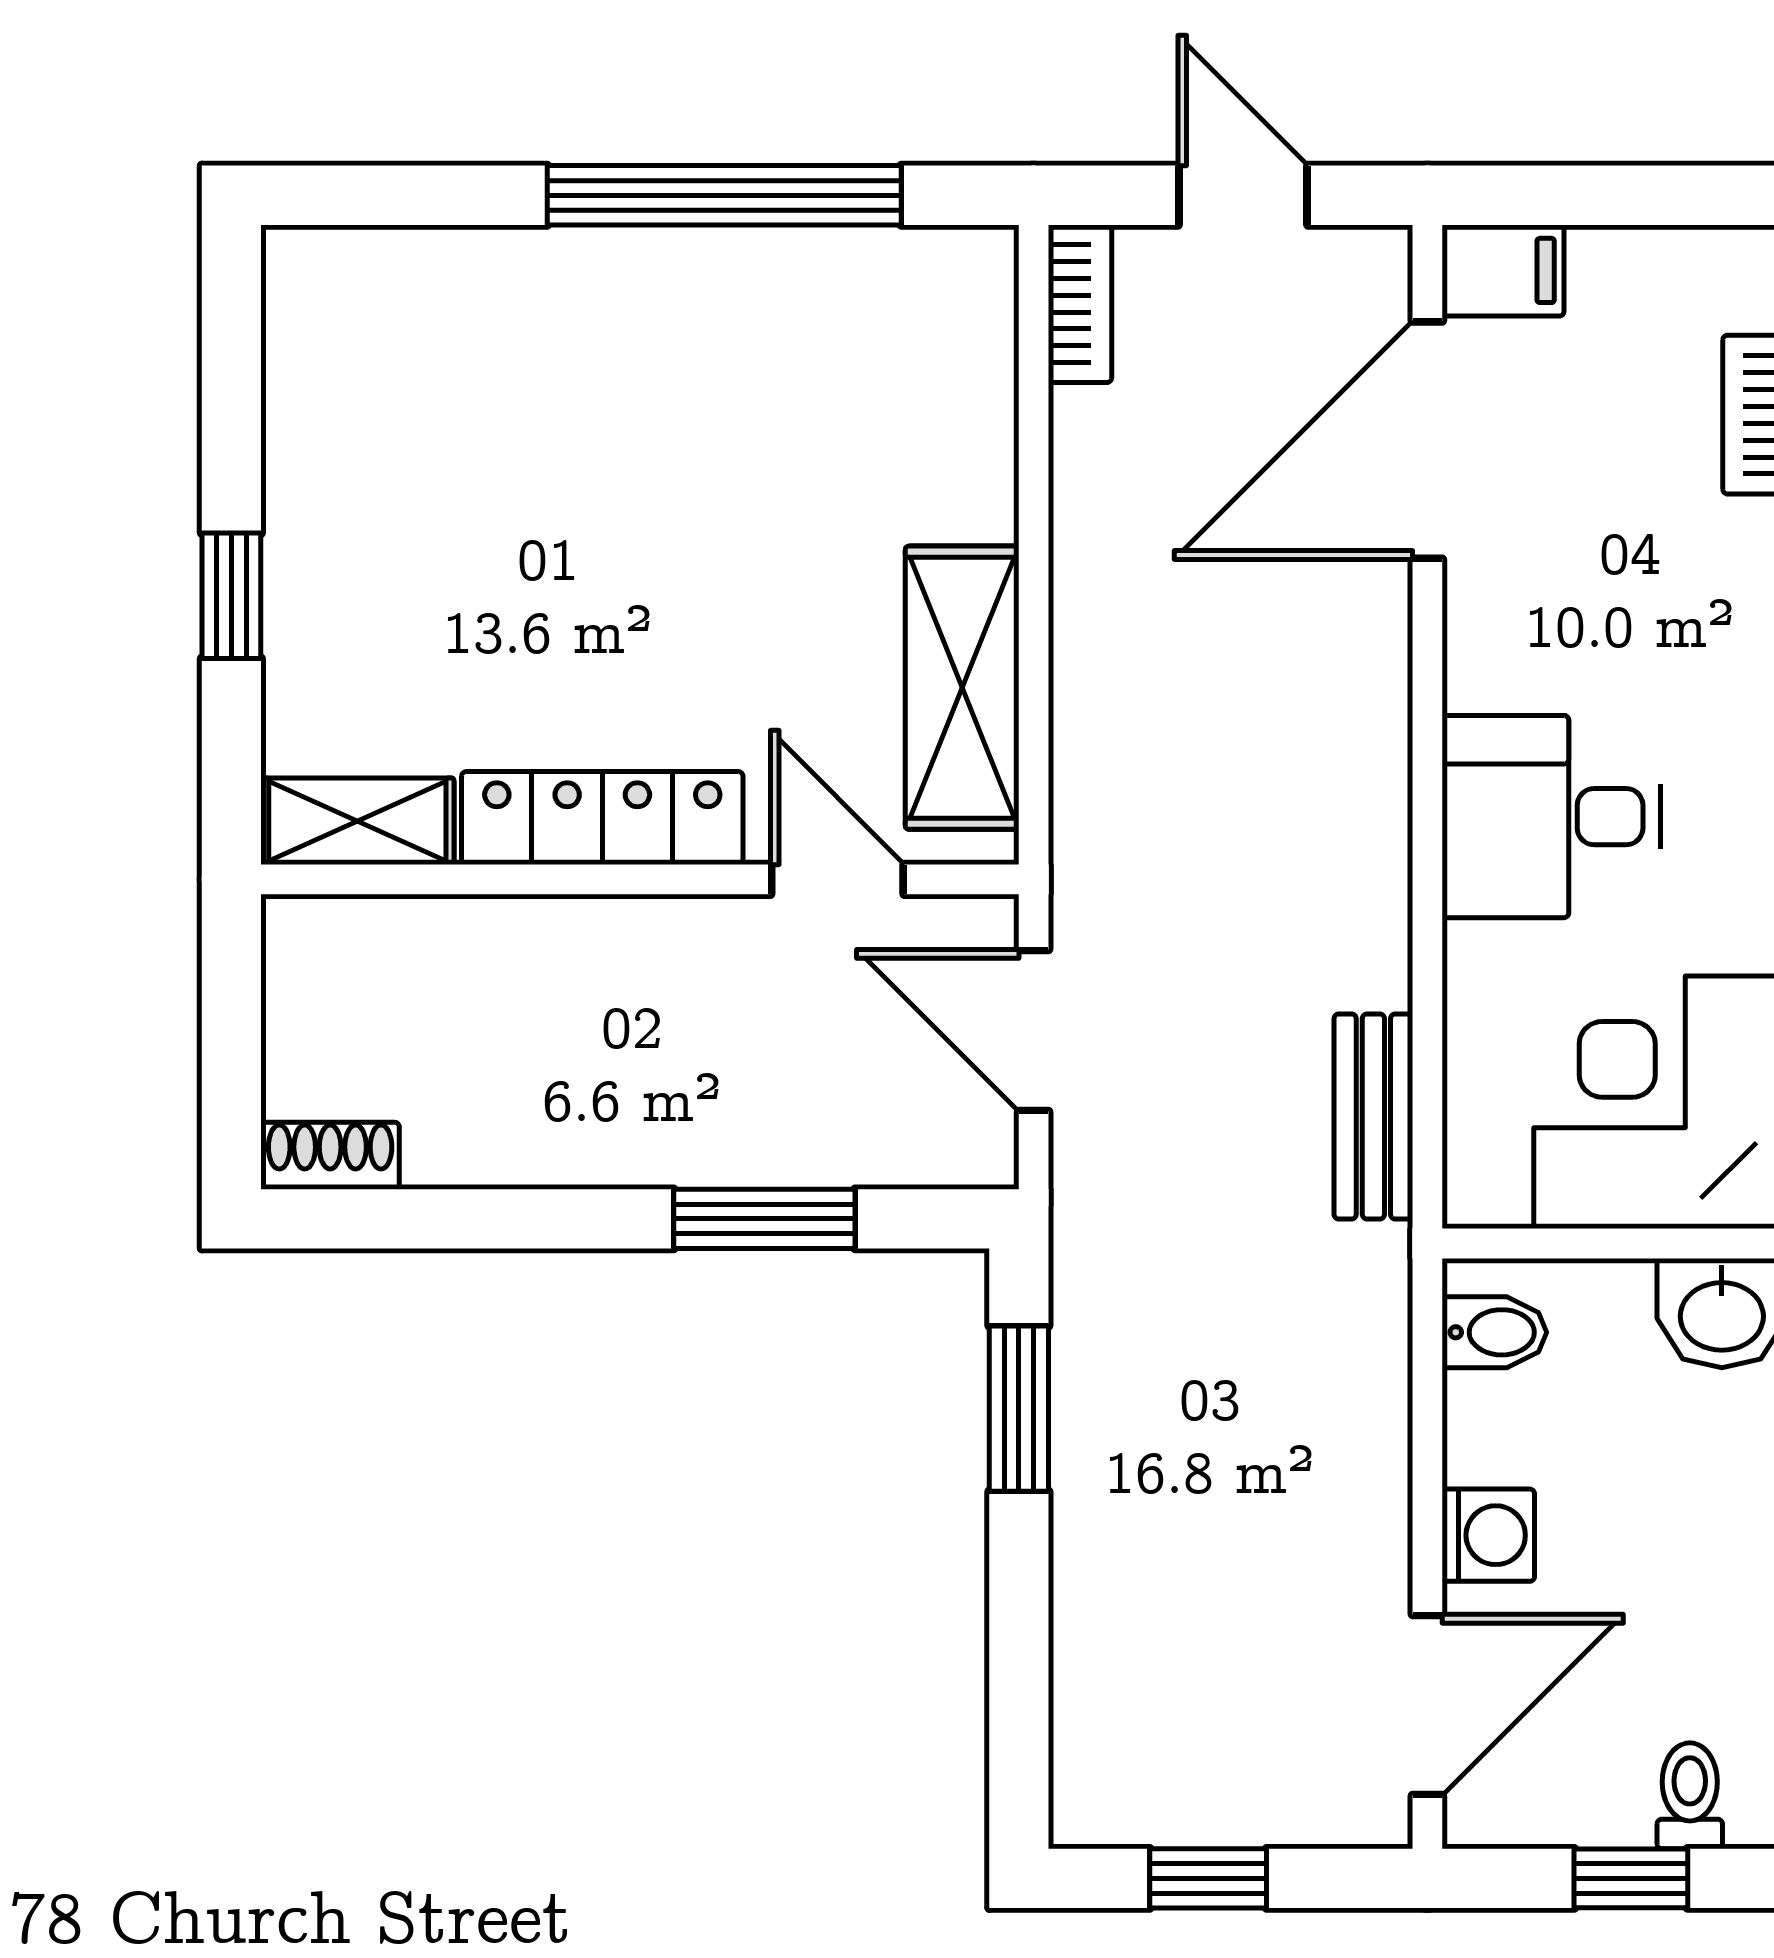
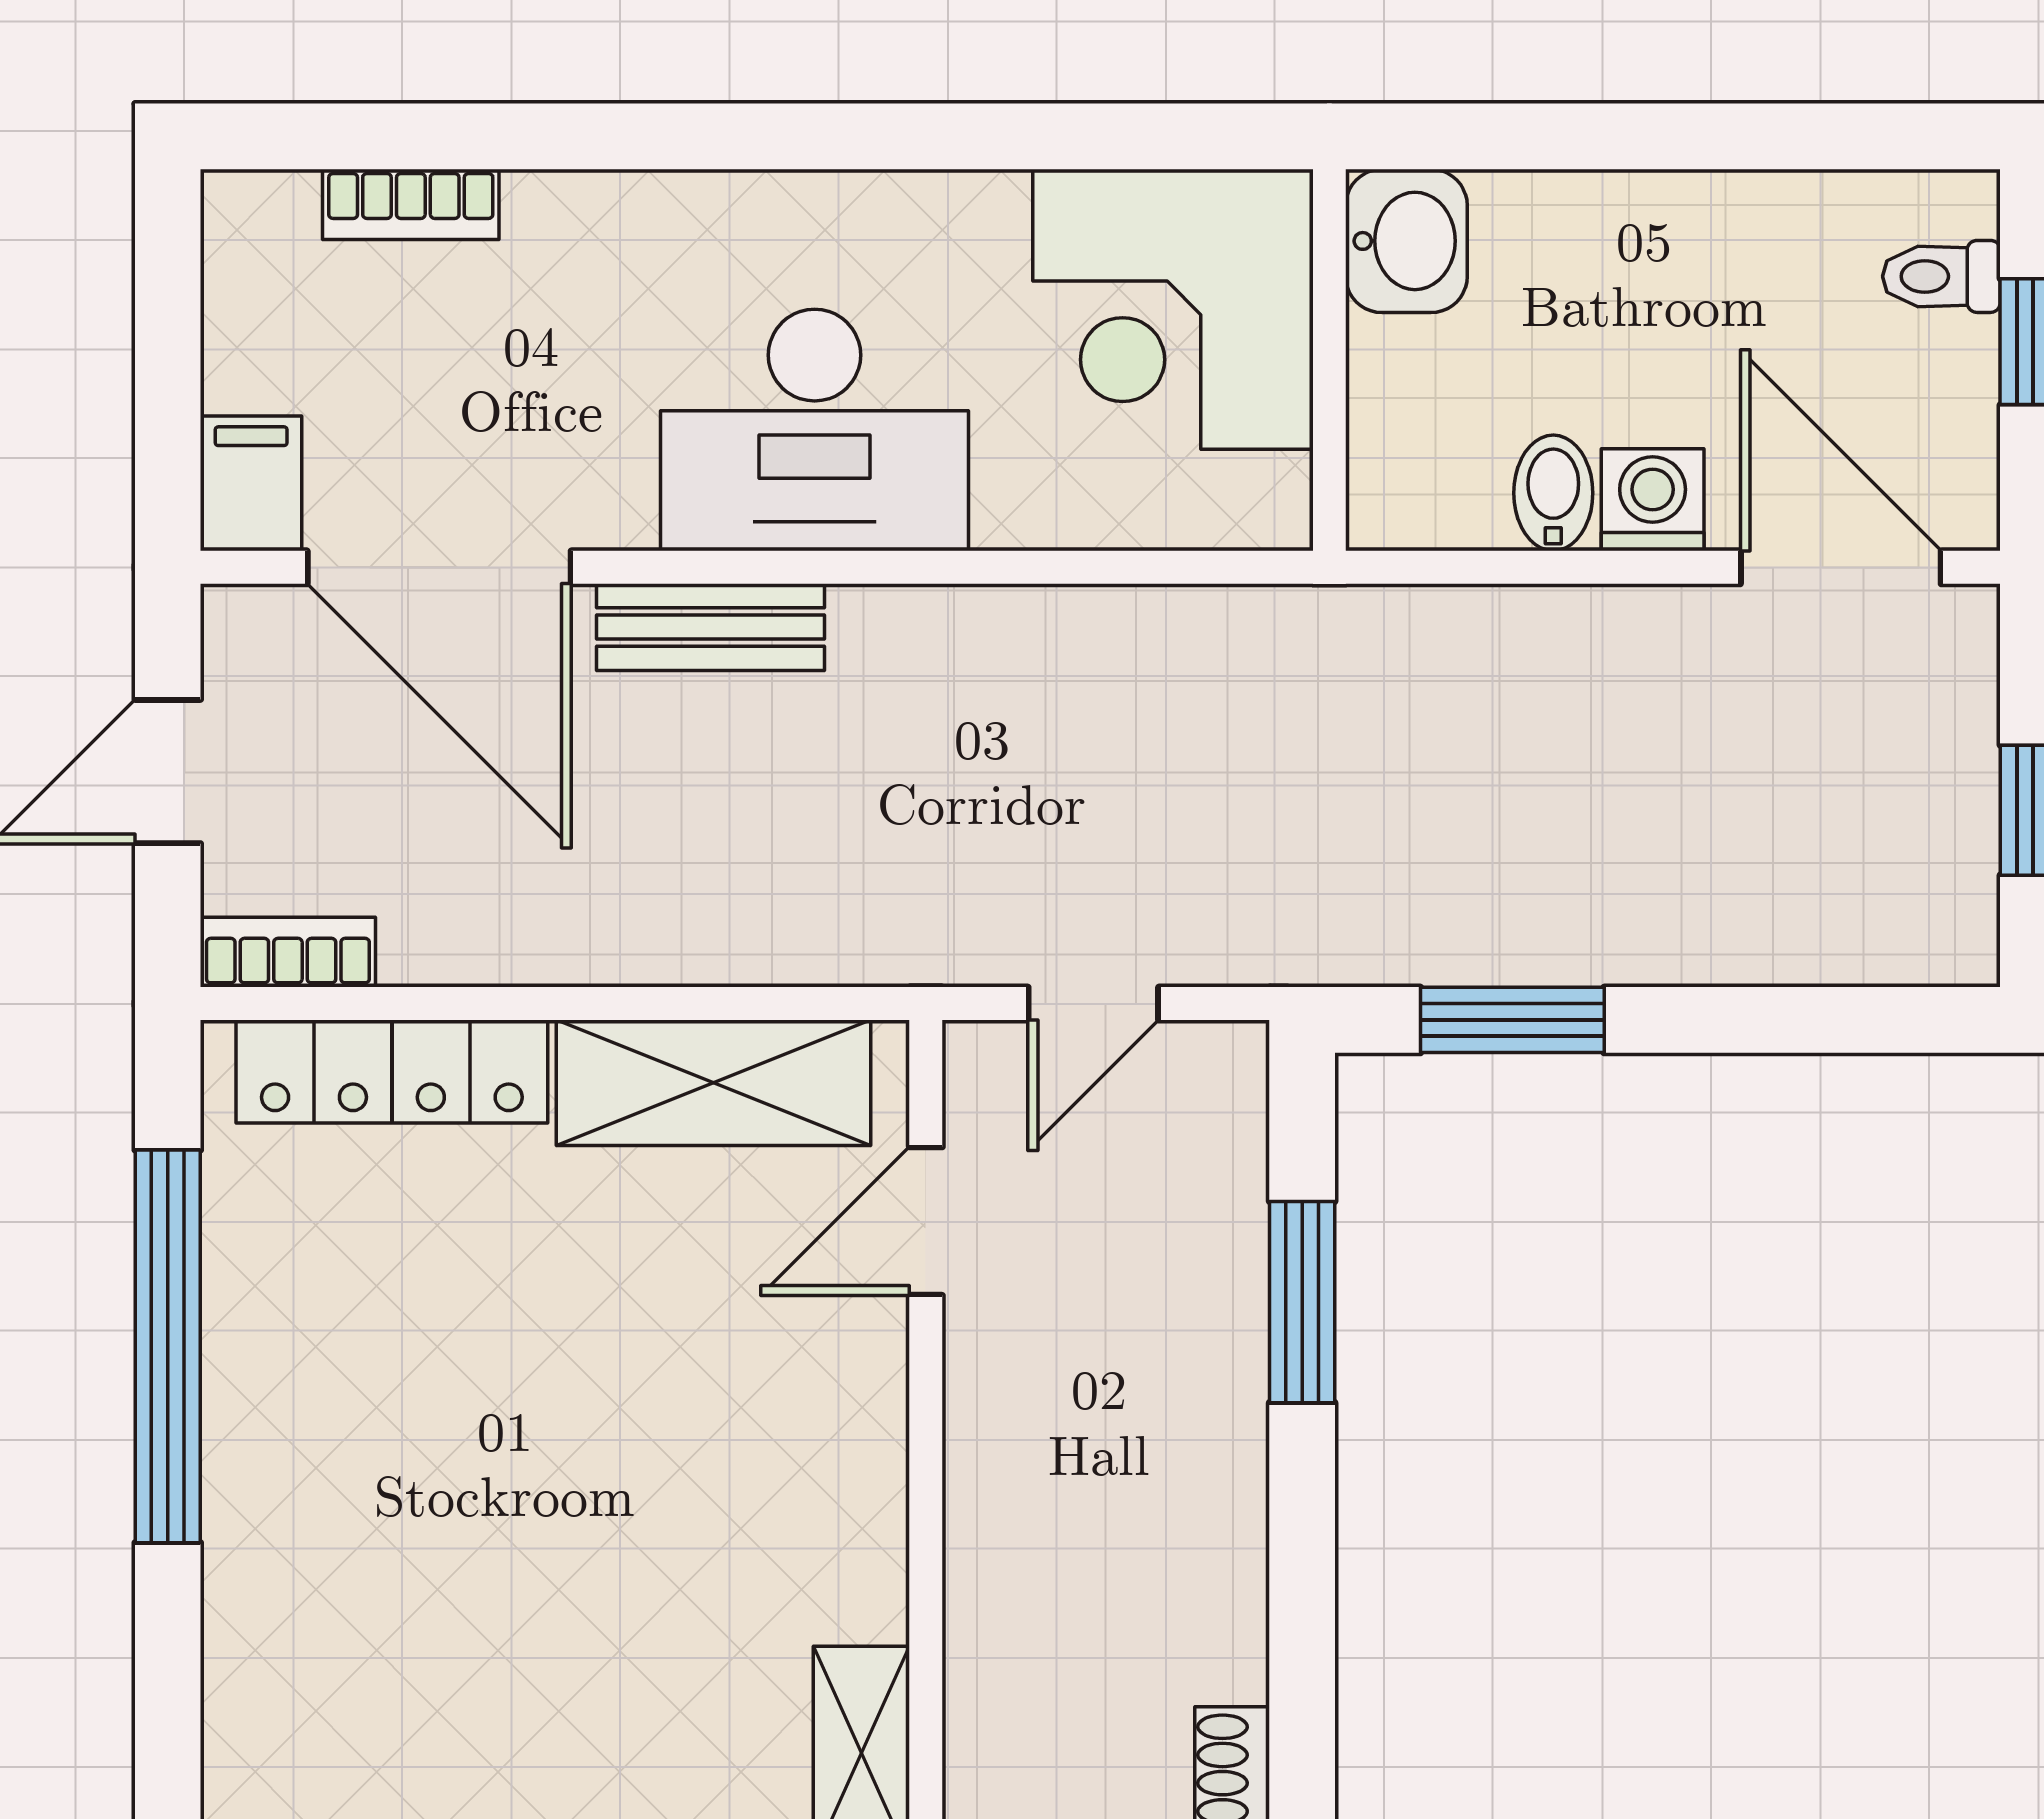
desk: (1551, 817) -> (815, 430), width x1.37
locker: (602, 818) -> (392, 1071), moved, turned -90
door: (1034, 1030) -> (1093, 1004), width x0.73
bench: (1373, 1116) -> (711, 627), moved
bidet: (1494, 1332) -> (1553, 493), moved

